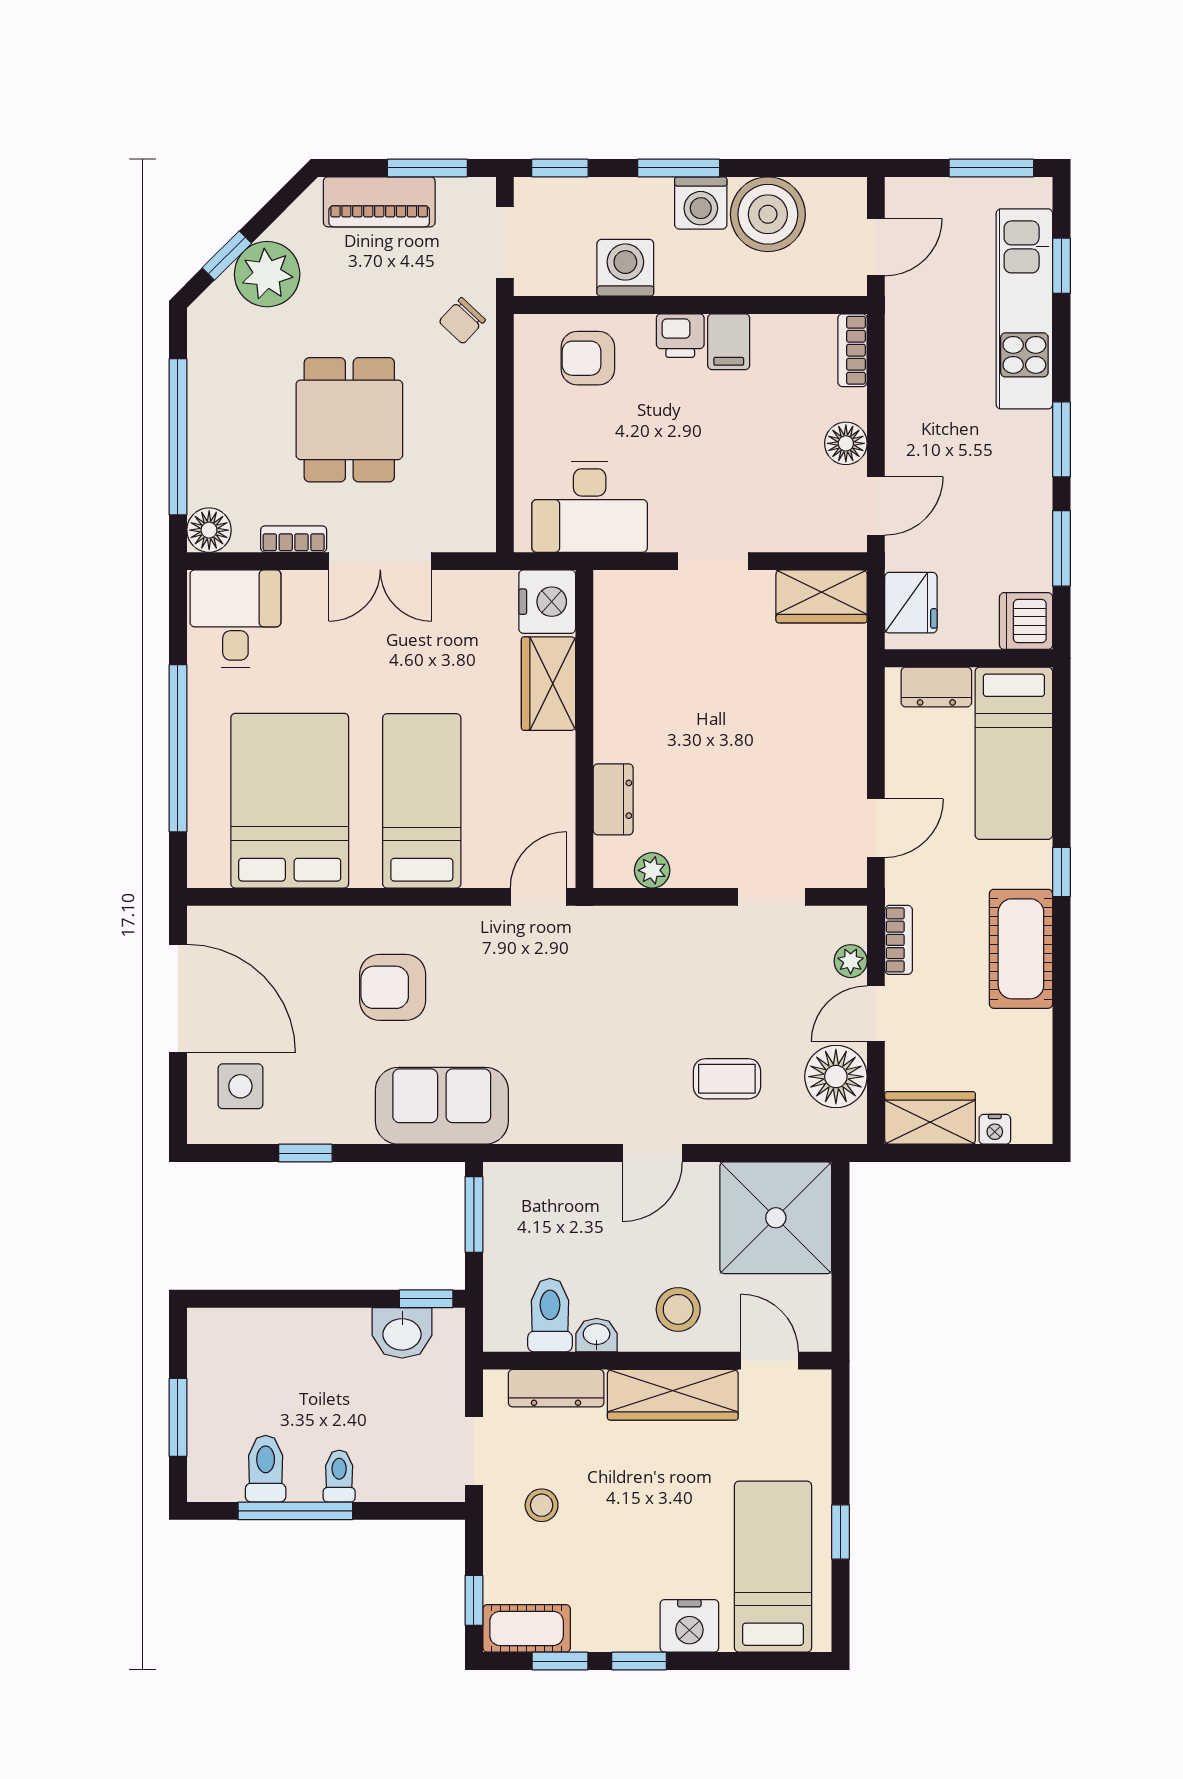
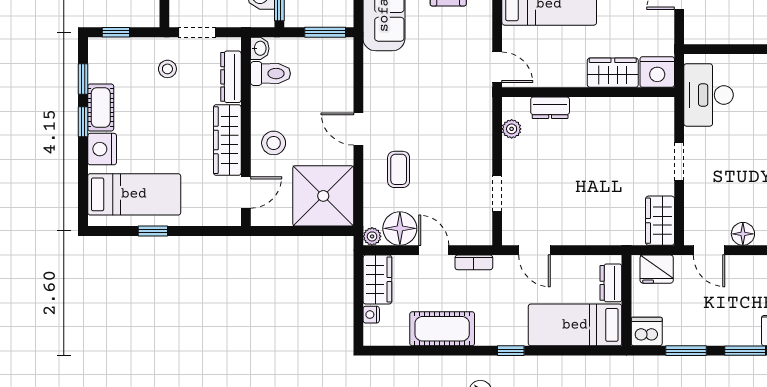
cot: (1021, 949) -> (442, 329), moved
plant: (851, 961) -> (372, 236), moved
washbasin: (597, 1335) -> (260, 48), moved
cot: (527, 1628) -> (101, 108), moved

